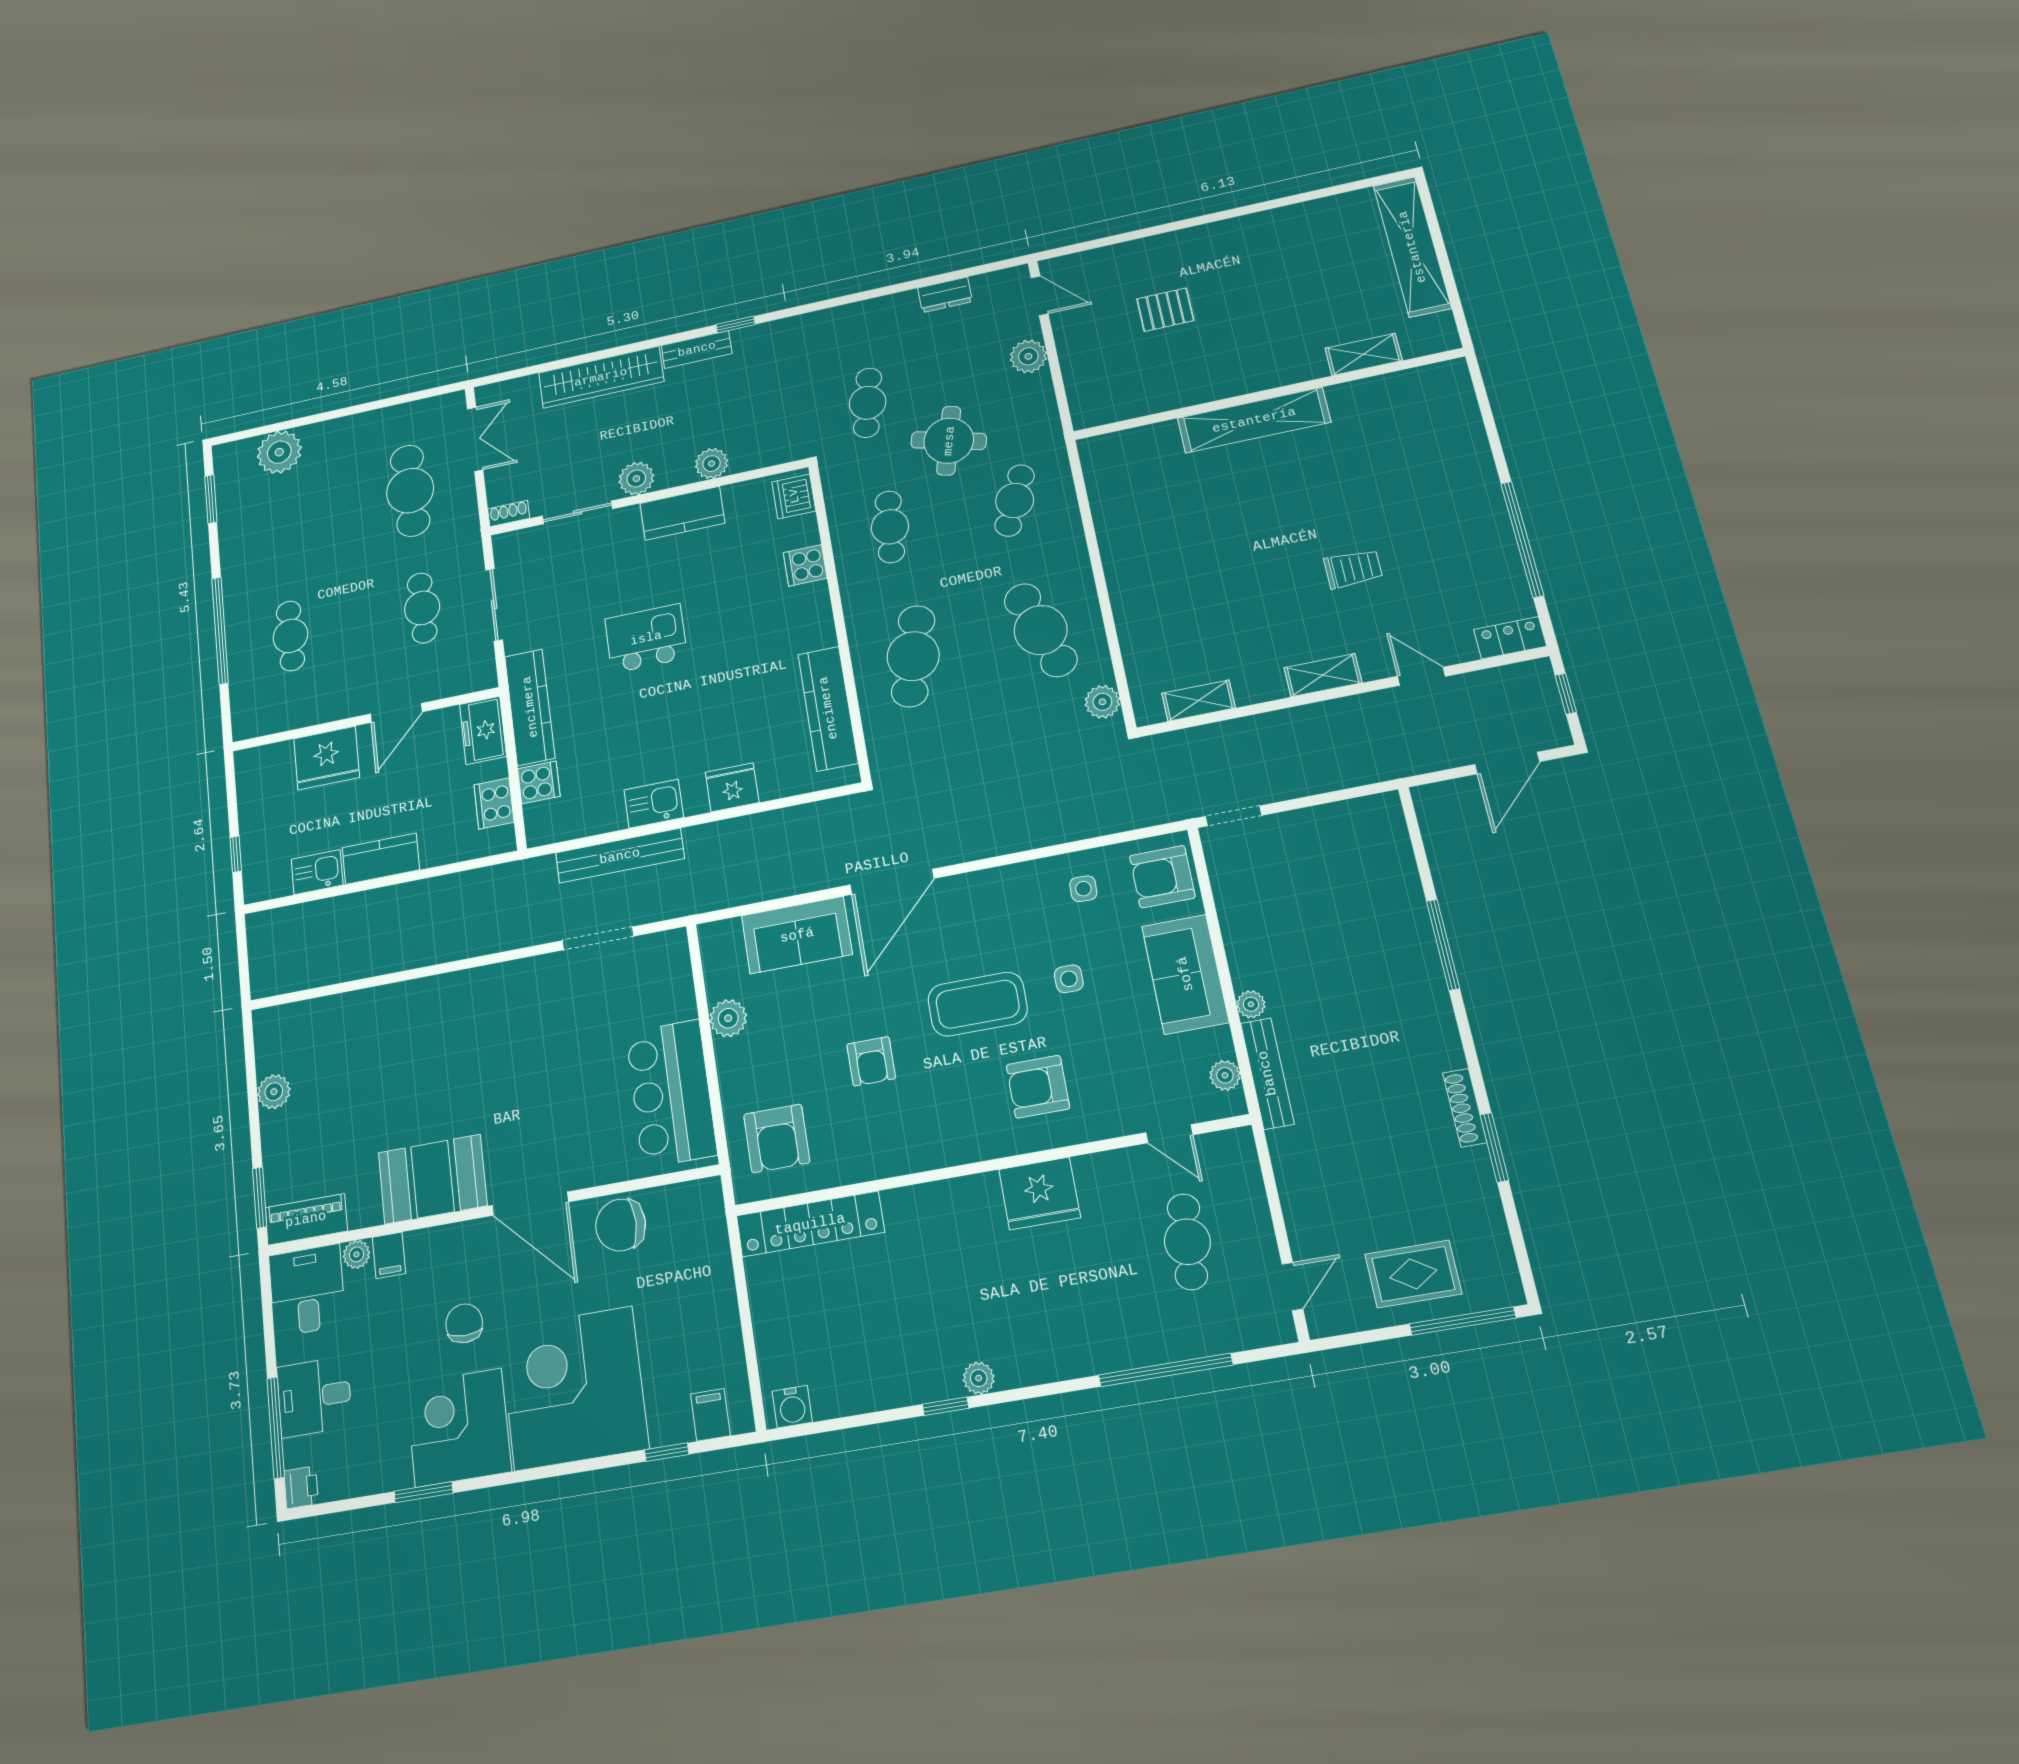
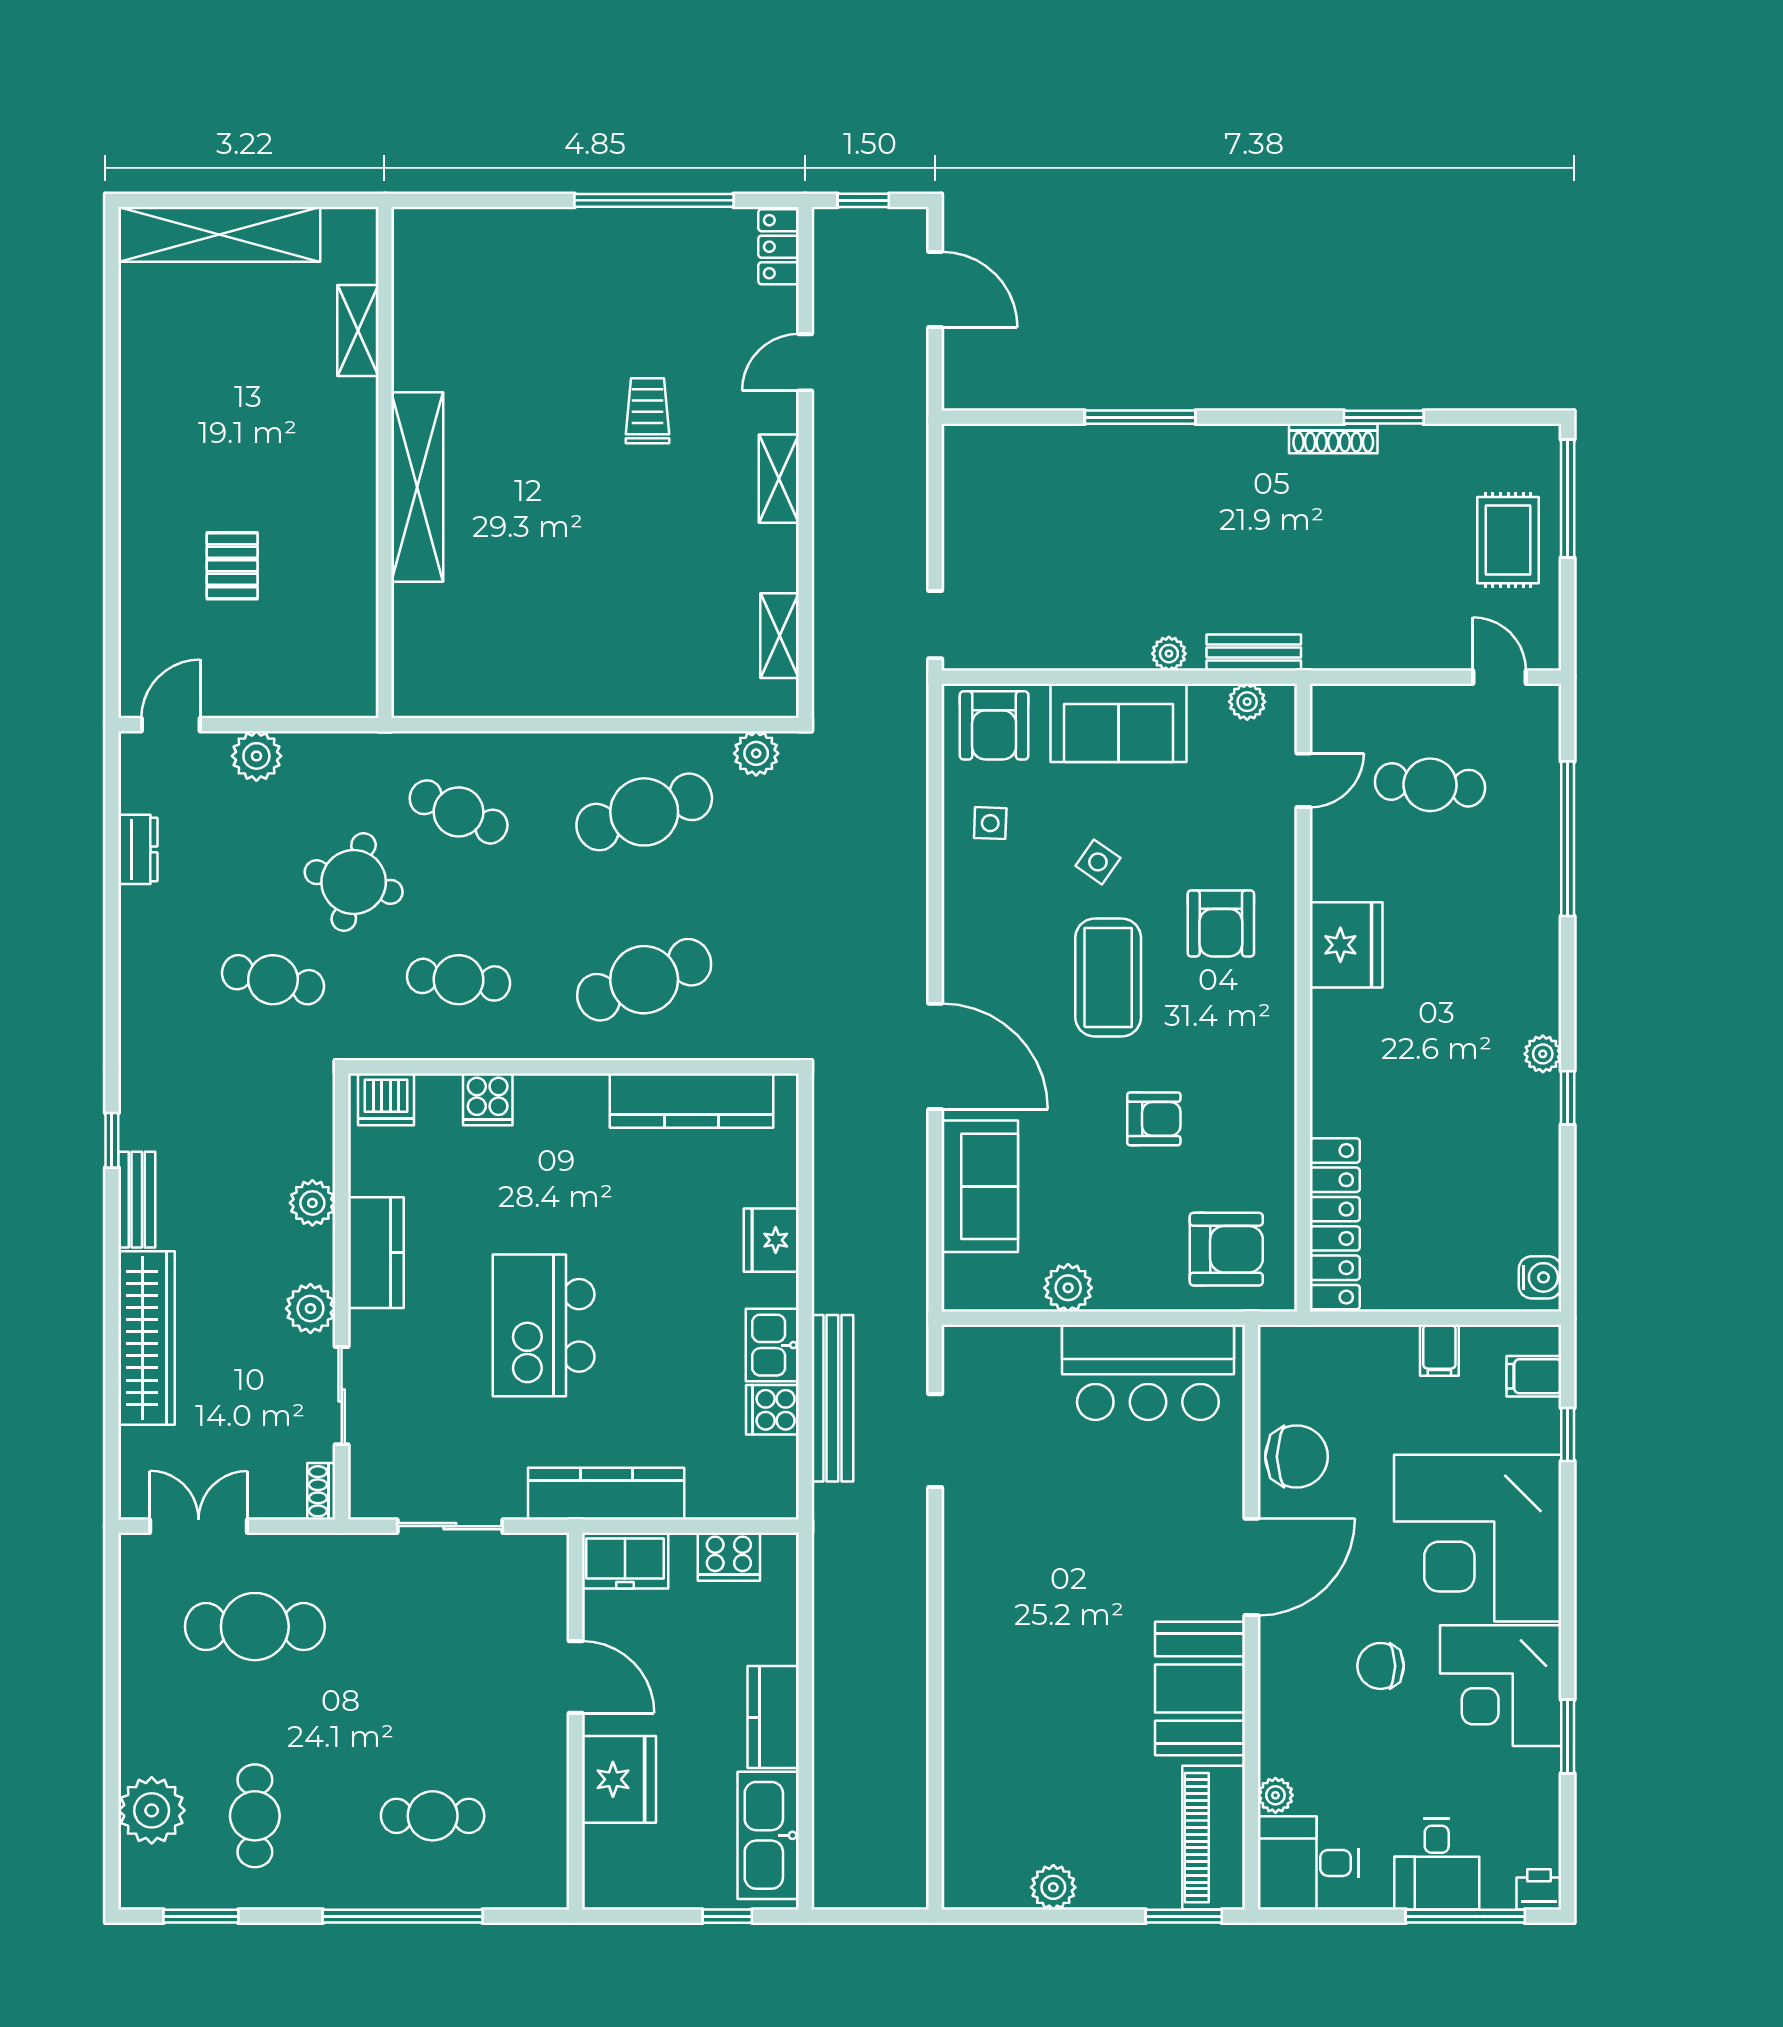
cafe table: (422, 608) -> (255, 1816), moved, turned 90
kitchen island: (646, 638) -> (544, 1325), width x1.37, depth x1.28
cafe table: (913, 656) -> (644, 980), turned -36
cooker: (539, 782) -> (772, 1410), moved, turned -90
kitchen sink: (317, 872) -> (768, 1835), width x1.88, depth x1.24
side table: (1069, 979) -> (1098, 862), turned 35
bench: (1267, 1073) -> (1254, 652), width x0.73
piano: (306, 1219) -> (1214, 1838), width x1.37, depth x1.33
chair: (621, 1225) -> (1297, 1457), turned -90
filing cabinet: (389, 1255) -> (1439, 1350), moved, turned 90

